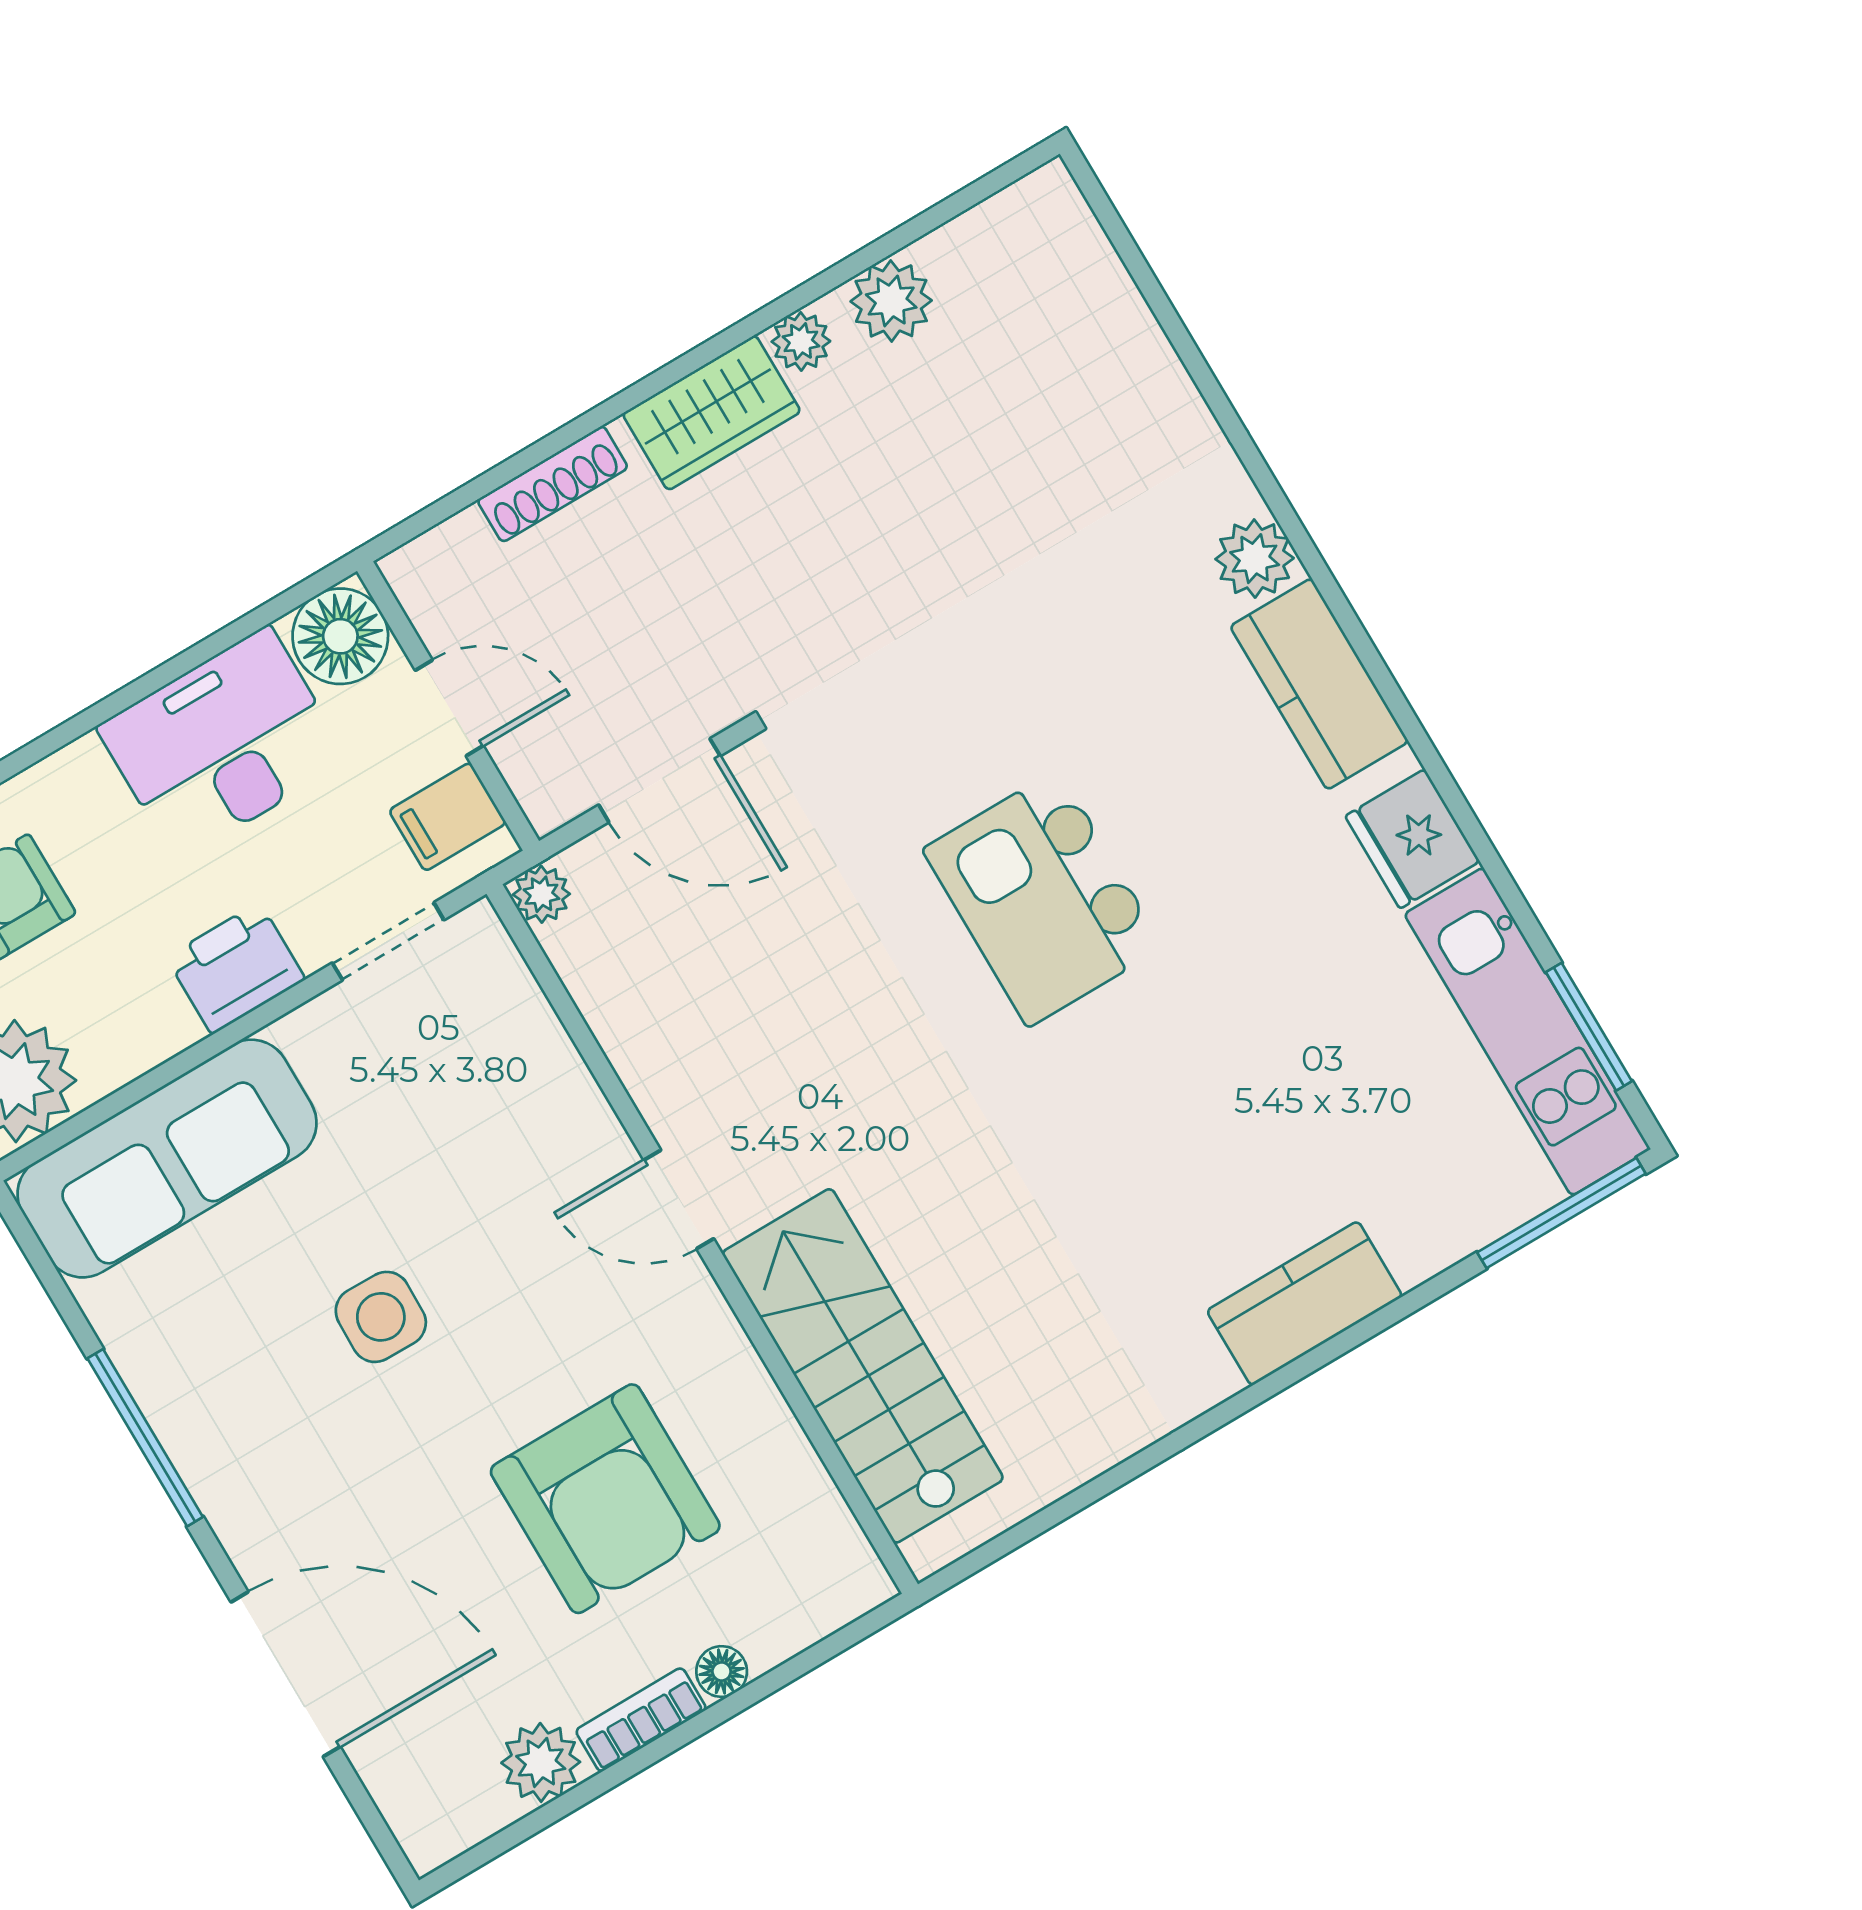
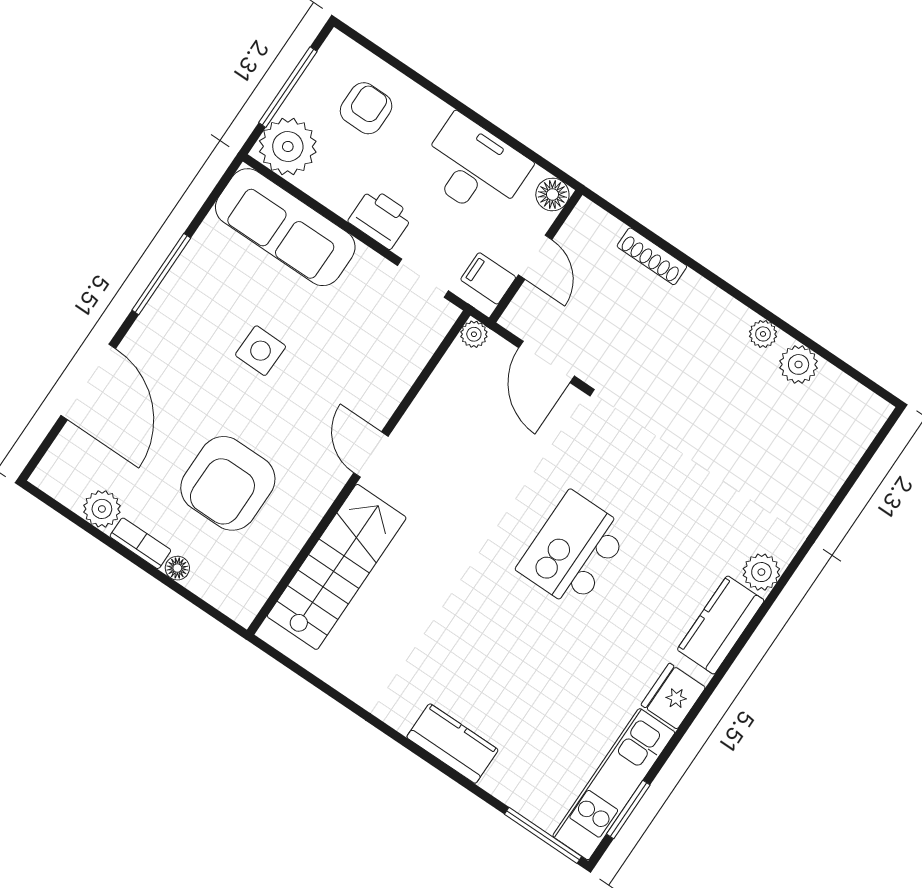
wardrobe: (712, 413) -> (714, 310), removed
floor lamp: (340, 636) -> (552, 194), width x0.73, depth x0.73

